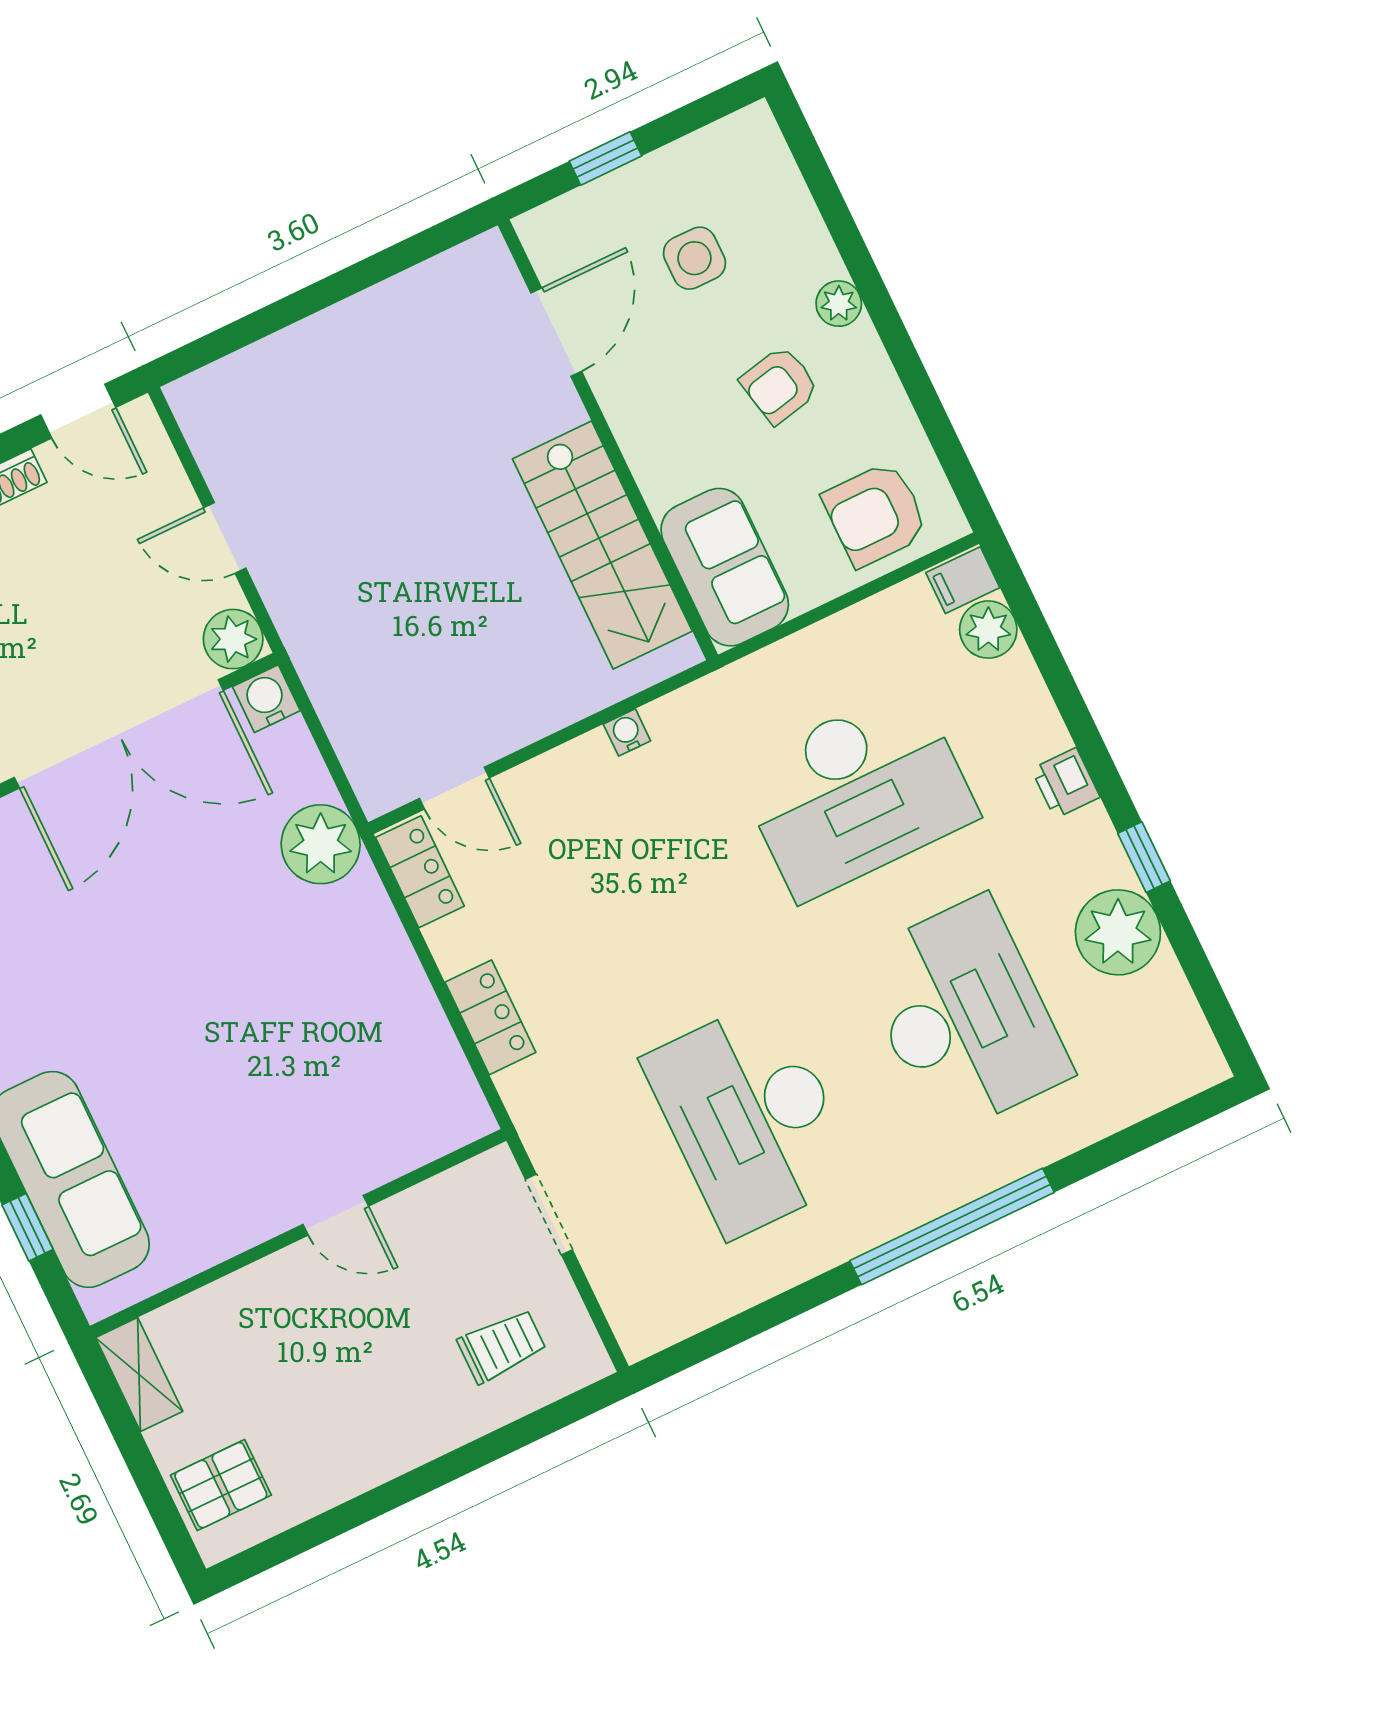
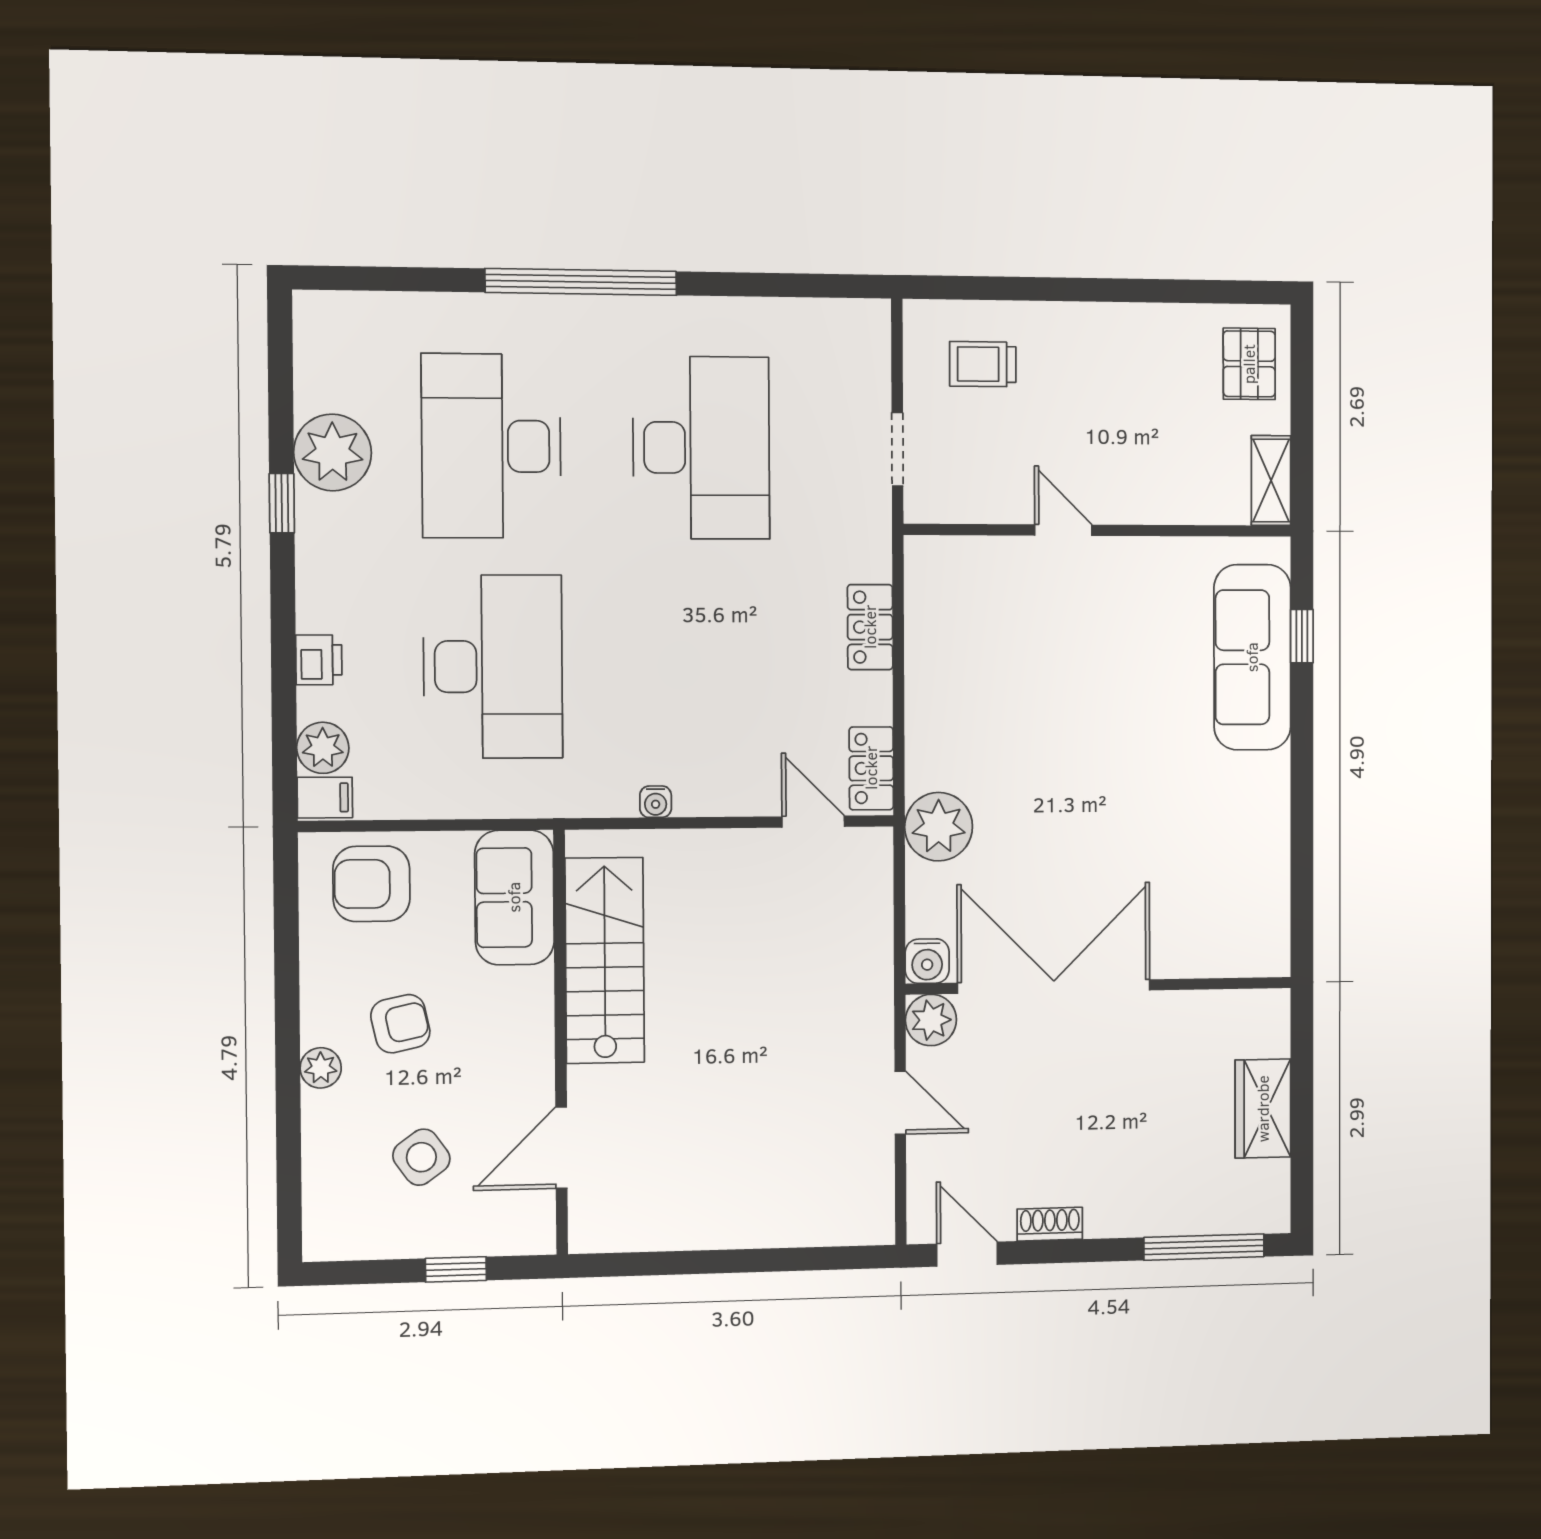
side table: (694, 258) -> (421, 1157), turned -36
armchair: (875, 514) -> (371, 884), turned 180
printer: (1066, 783) -> (319, 660), moved
desk: (857, 793) -> (493, 667), turned 90
pallet: (221, 1485) -> (1249, 364), turned 90

